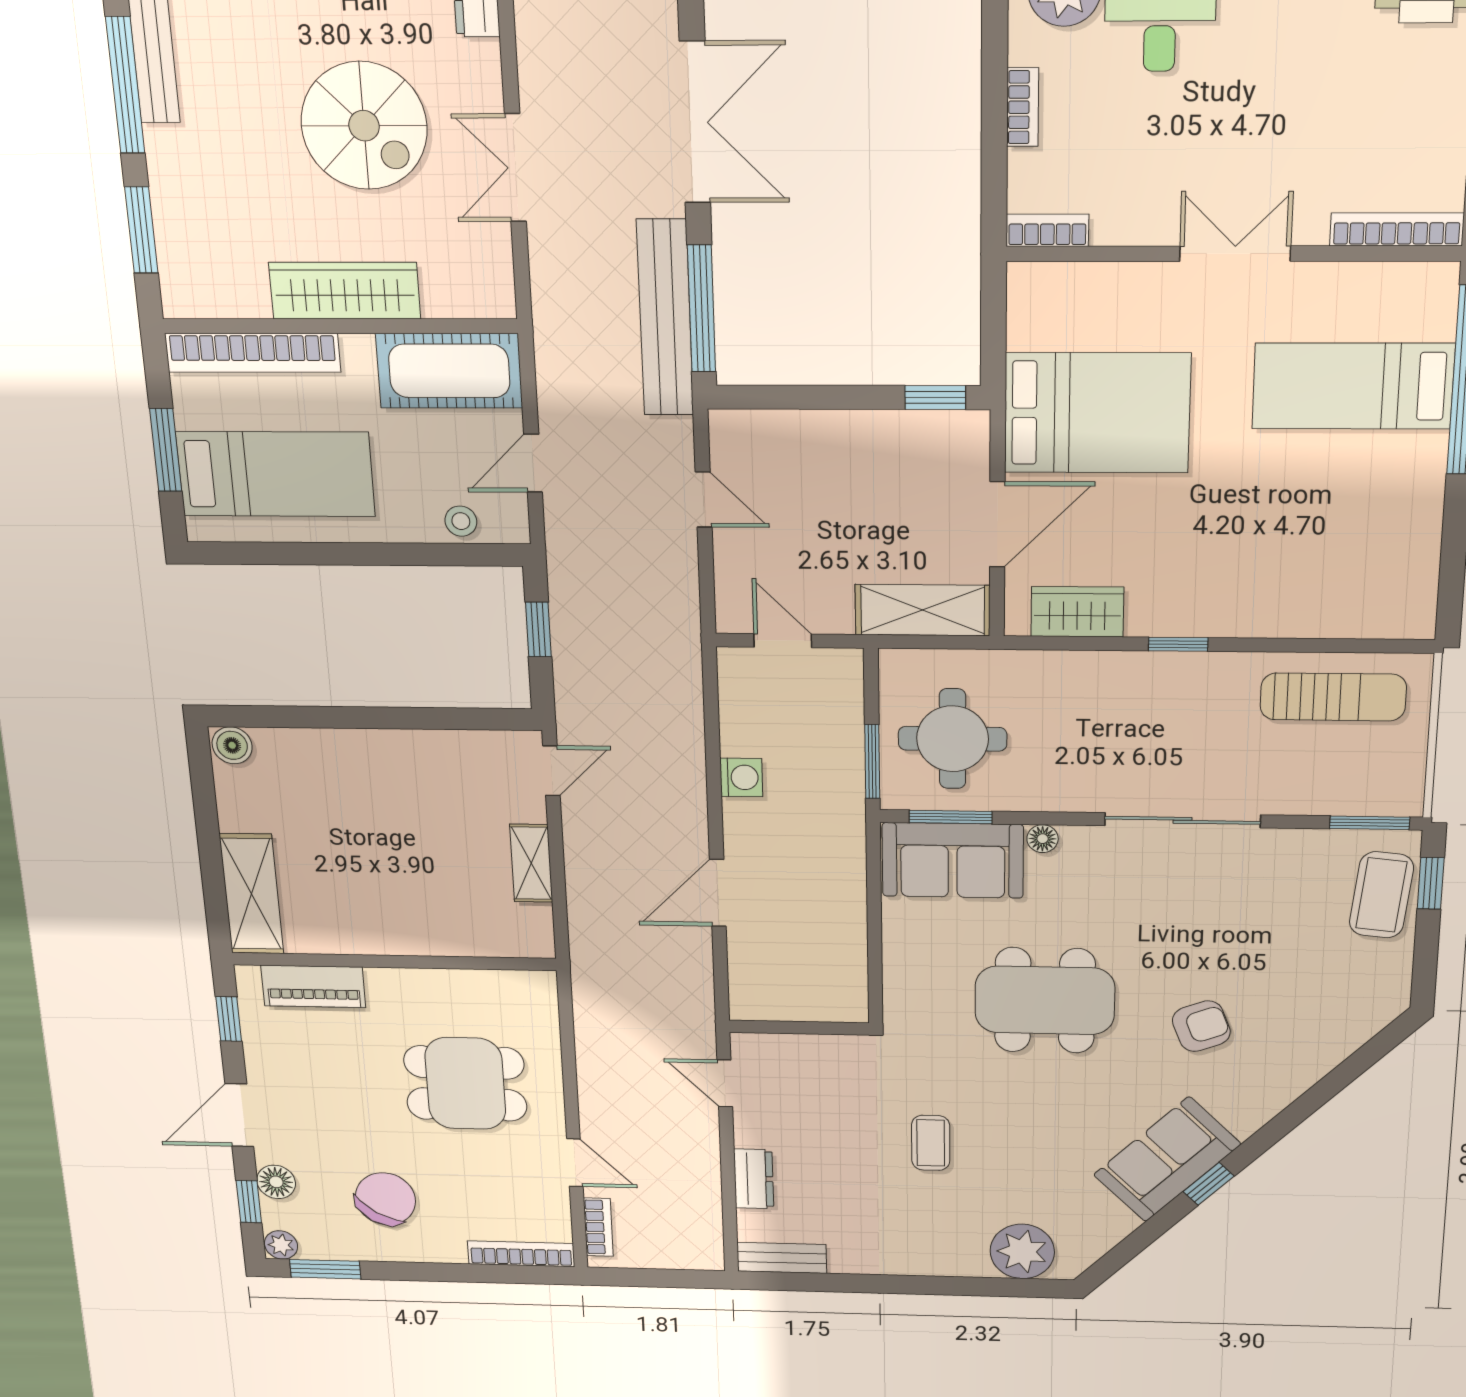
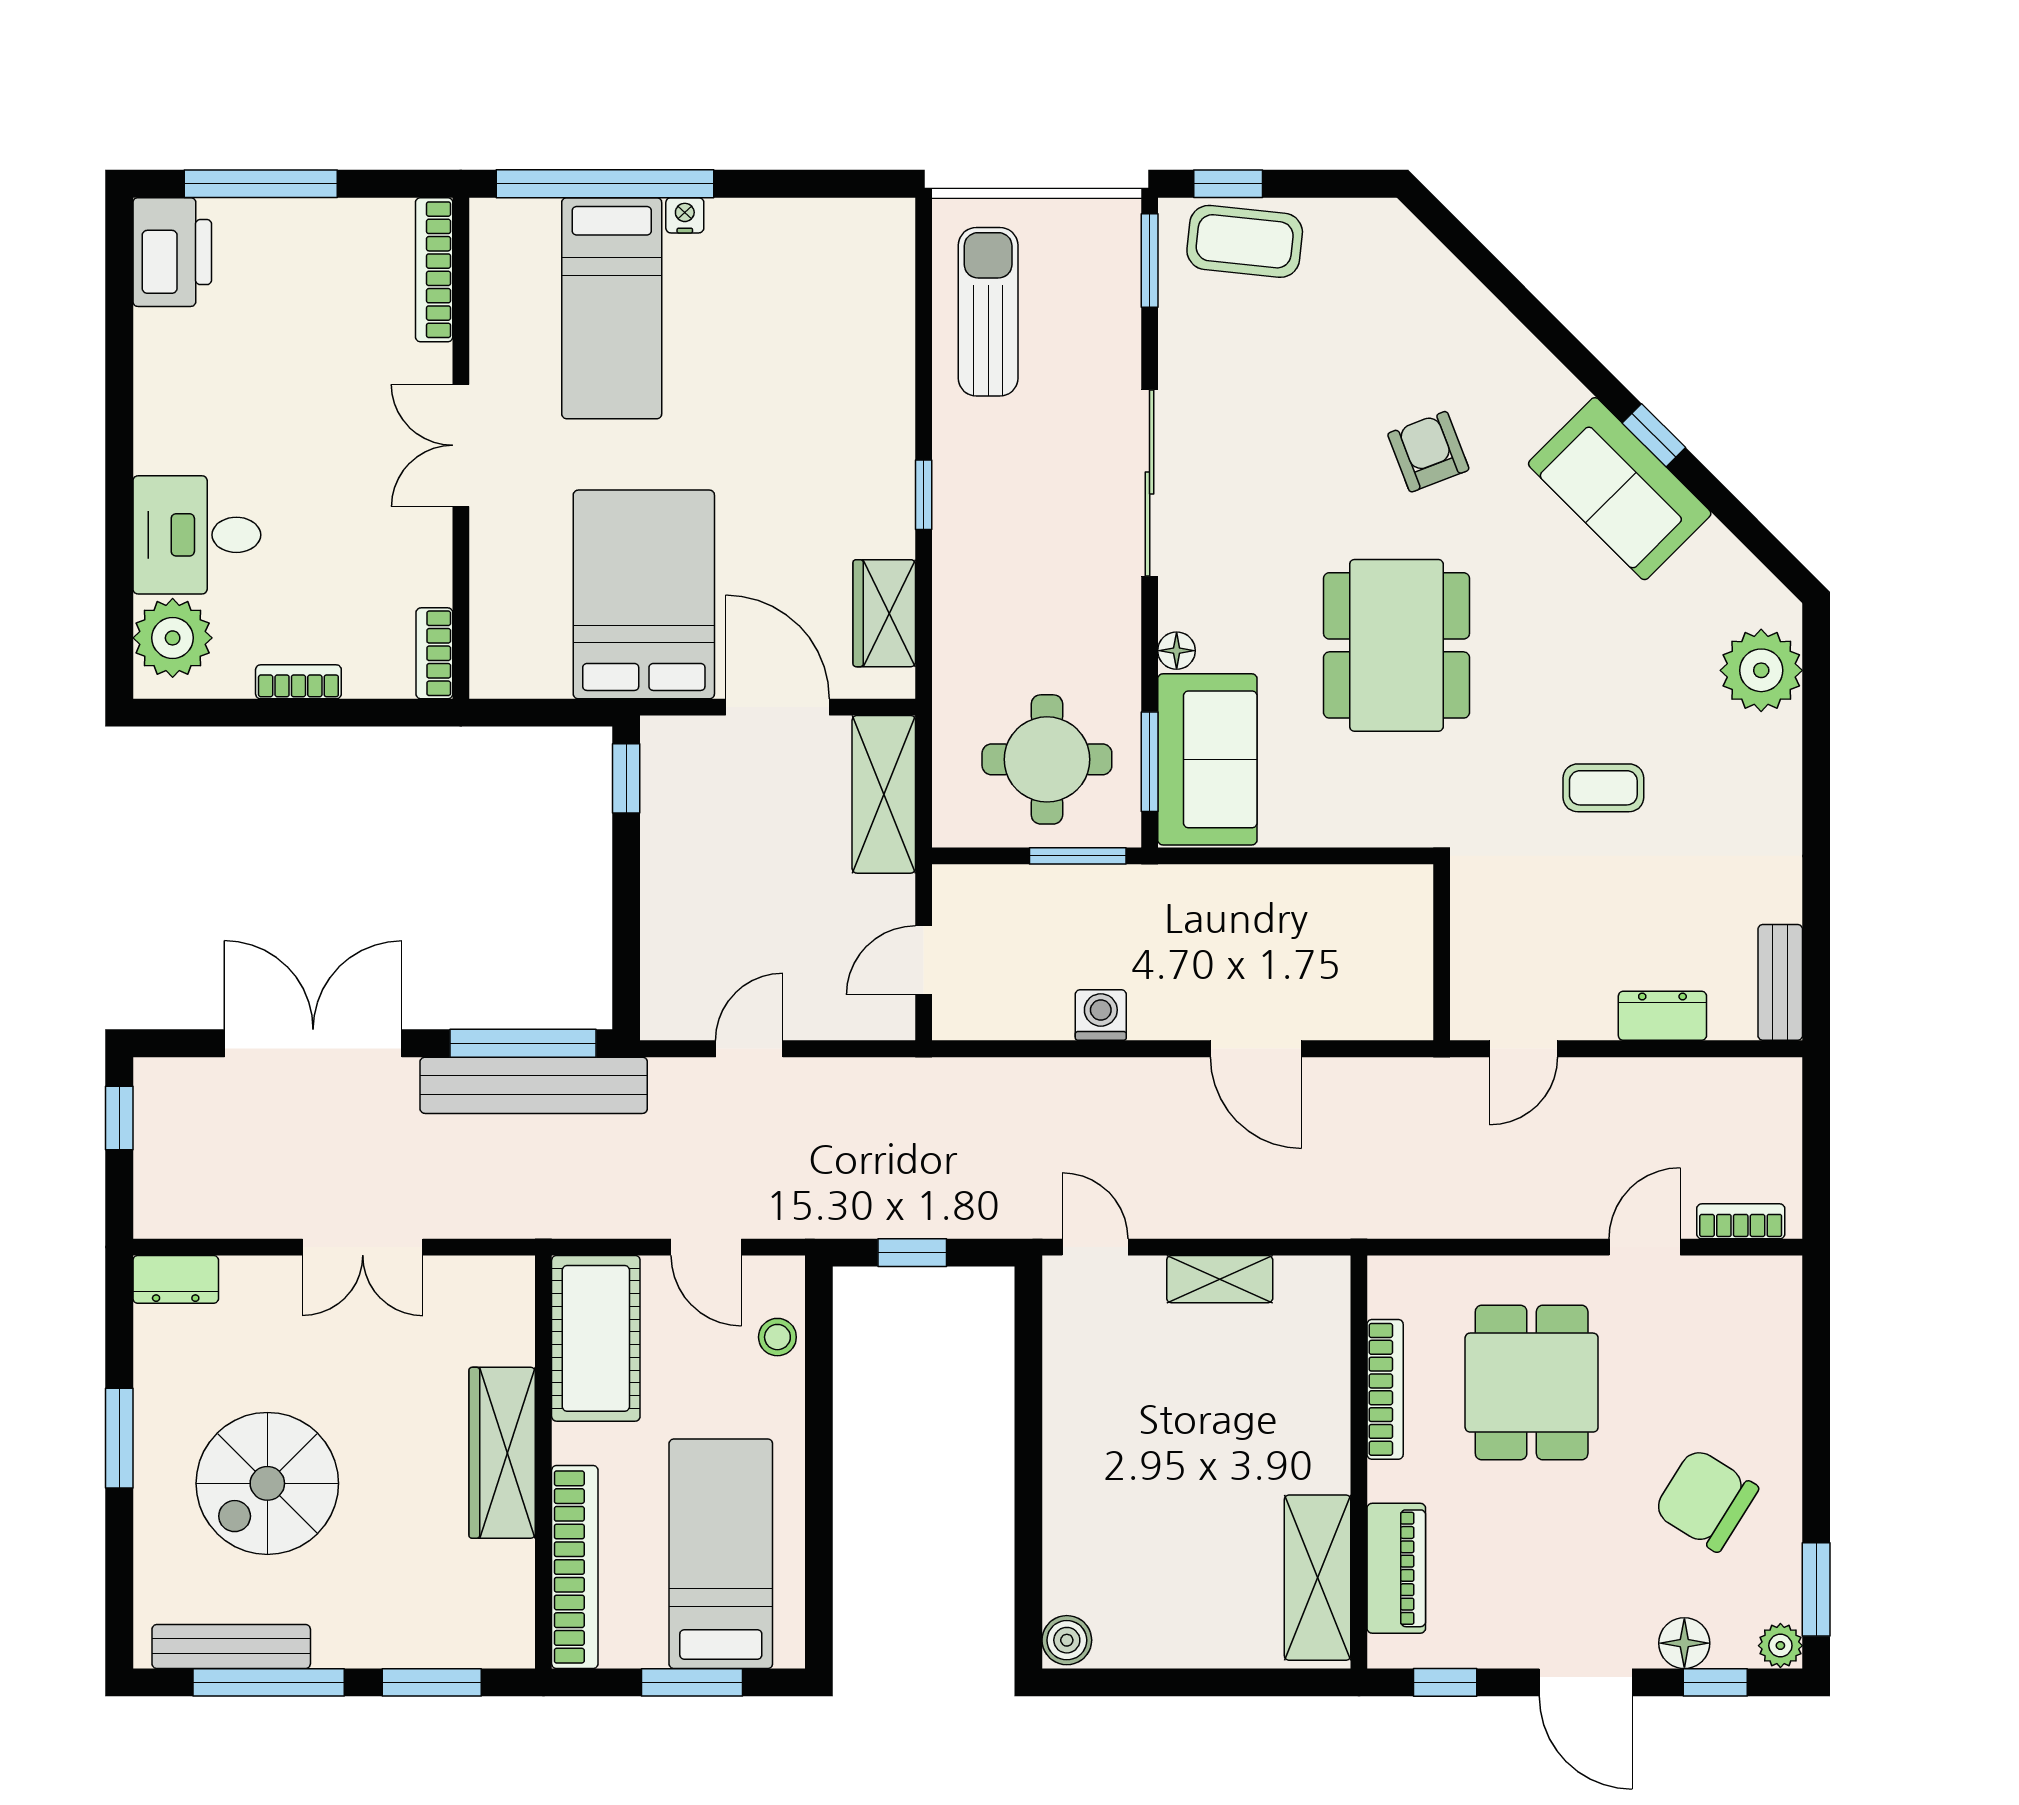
spiral stairs: (364, 126) -> (267, 1483), moved, turned 180
nightstand: (1433, 449) -> (685, 215), added
shelving: (252, 894) -> (1318, 1578), moved, turned 90
bookcase: (521, 1254) -> (1385, 1389), moved, turned 180

